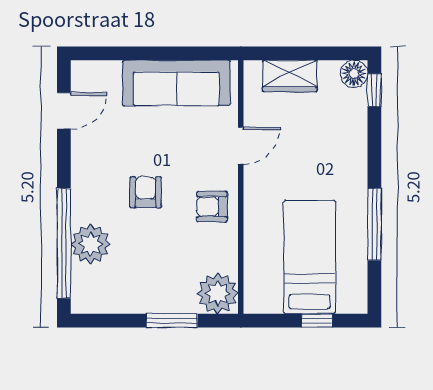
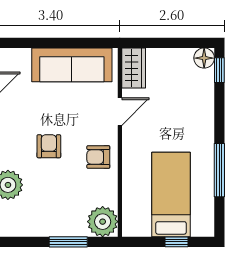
wardrobe: (290, 76) -> (134, 68), moved, turned -90

